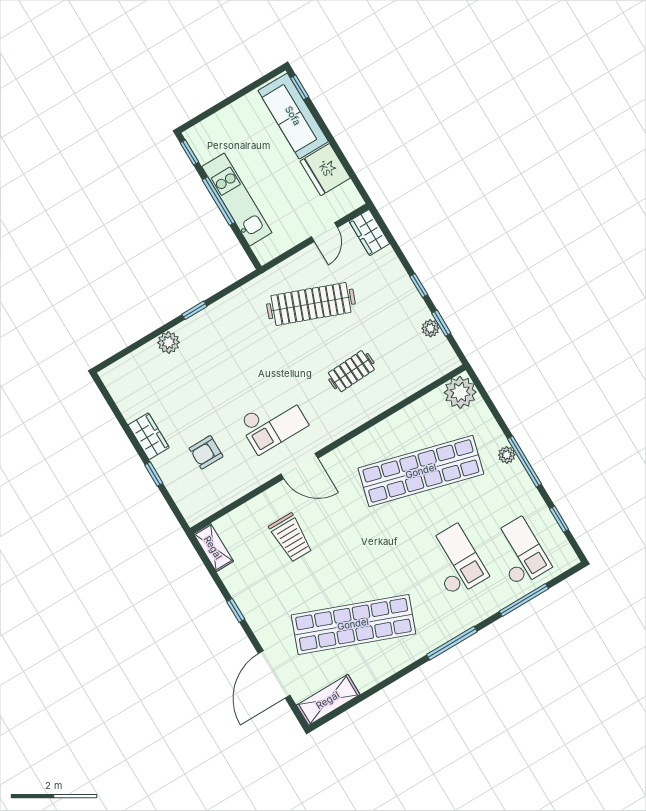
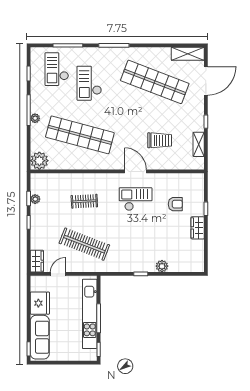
kitchen unit: (237, 200) -> (90, 314), width x1.36
trolley: (291, 538) -> (160, 140), turned 90
shelving: (213, 548) -> (199, 144), moved

